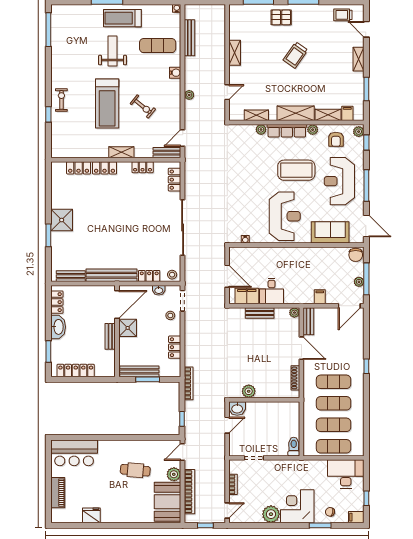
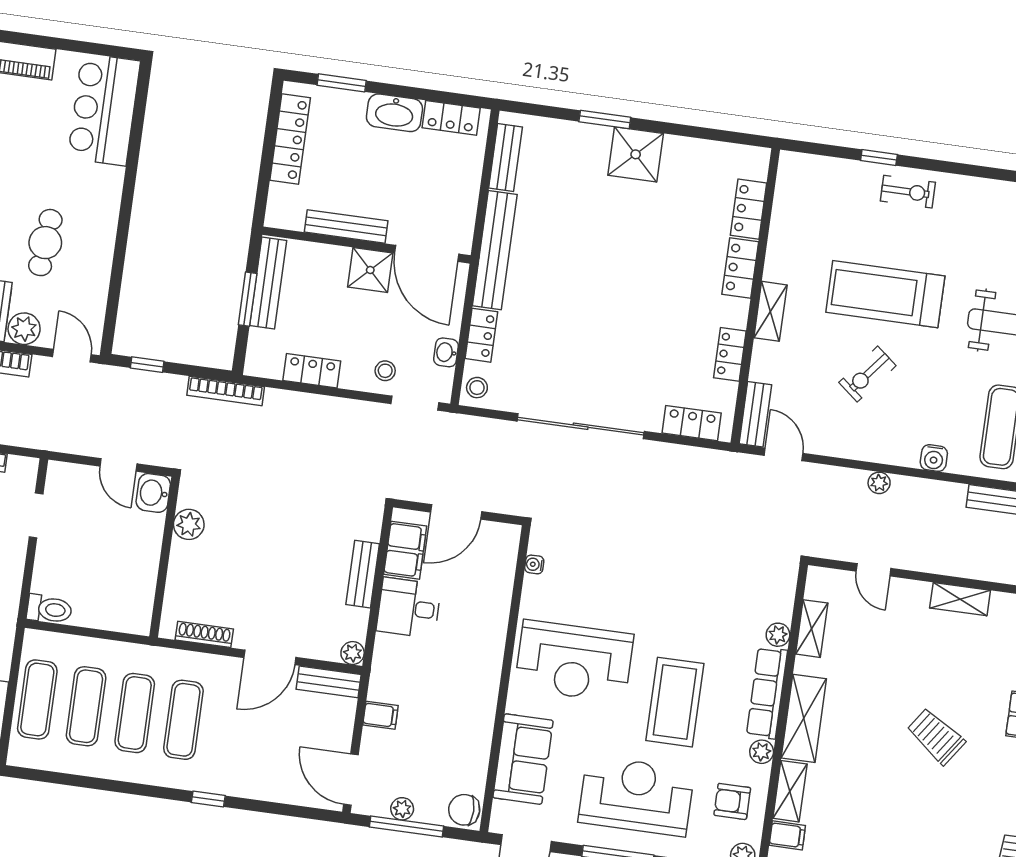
bench: (110, 336) -> (346, 226), width x1.36

